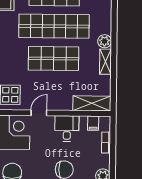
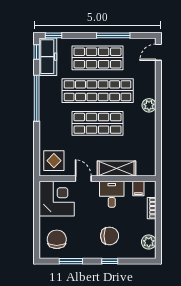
shelving: (105, 62) -> (150, 126), removed
shelving: (92, 103) -> (117, 169), moved
door: (39, 113) -> (83, 179), hinge flipped

